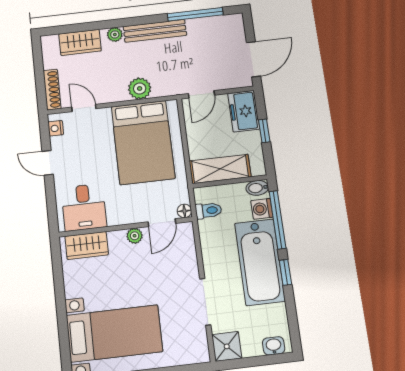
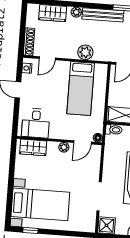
door: (84, 108) -> (47, 58), swing flipped
bed: (143, 142) -> (81, 88), width x0.67
toilet: (209, 211) -> (114, 130), moved

